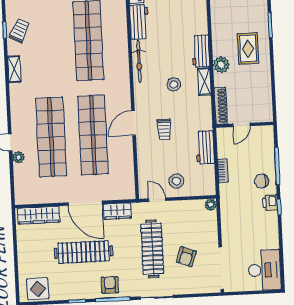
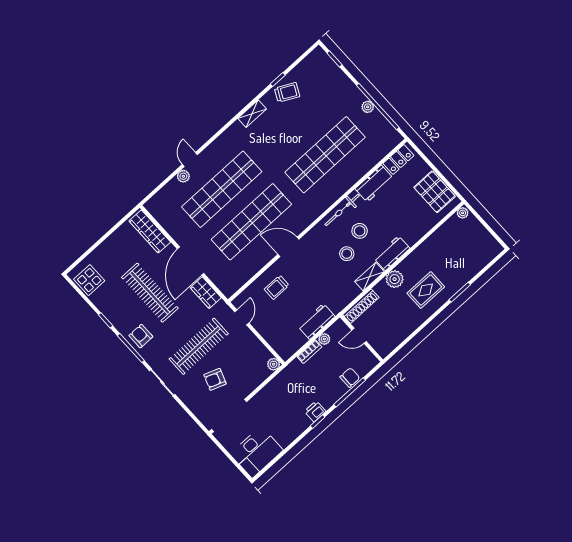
trolley: (164, 129) -> (277, 287), moved
plant: (223, 152) -> (324, 339), added
stool: (176, 181) -> (360, 231), moved
chair: (262, 181) -> (350, 378), moved, turned 90
armchair: (110, 285) -> (141, 336), turned -90

